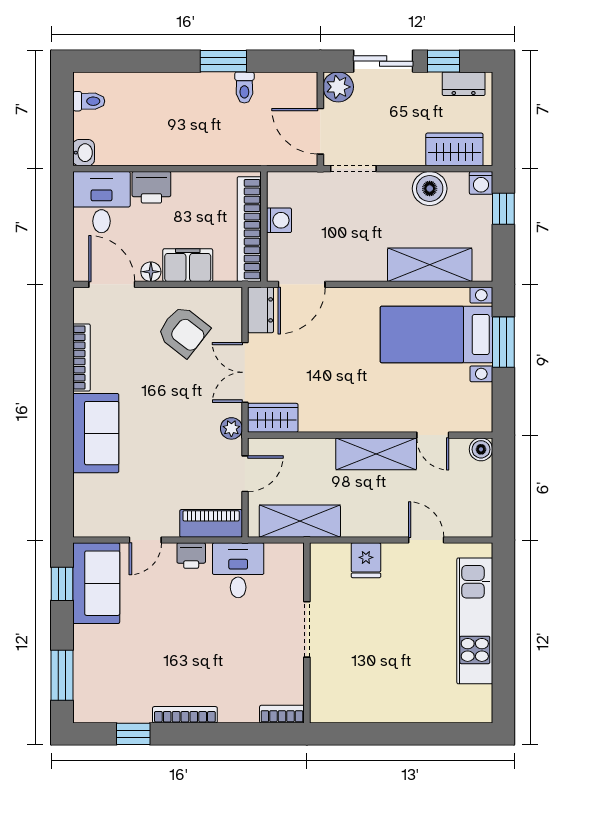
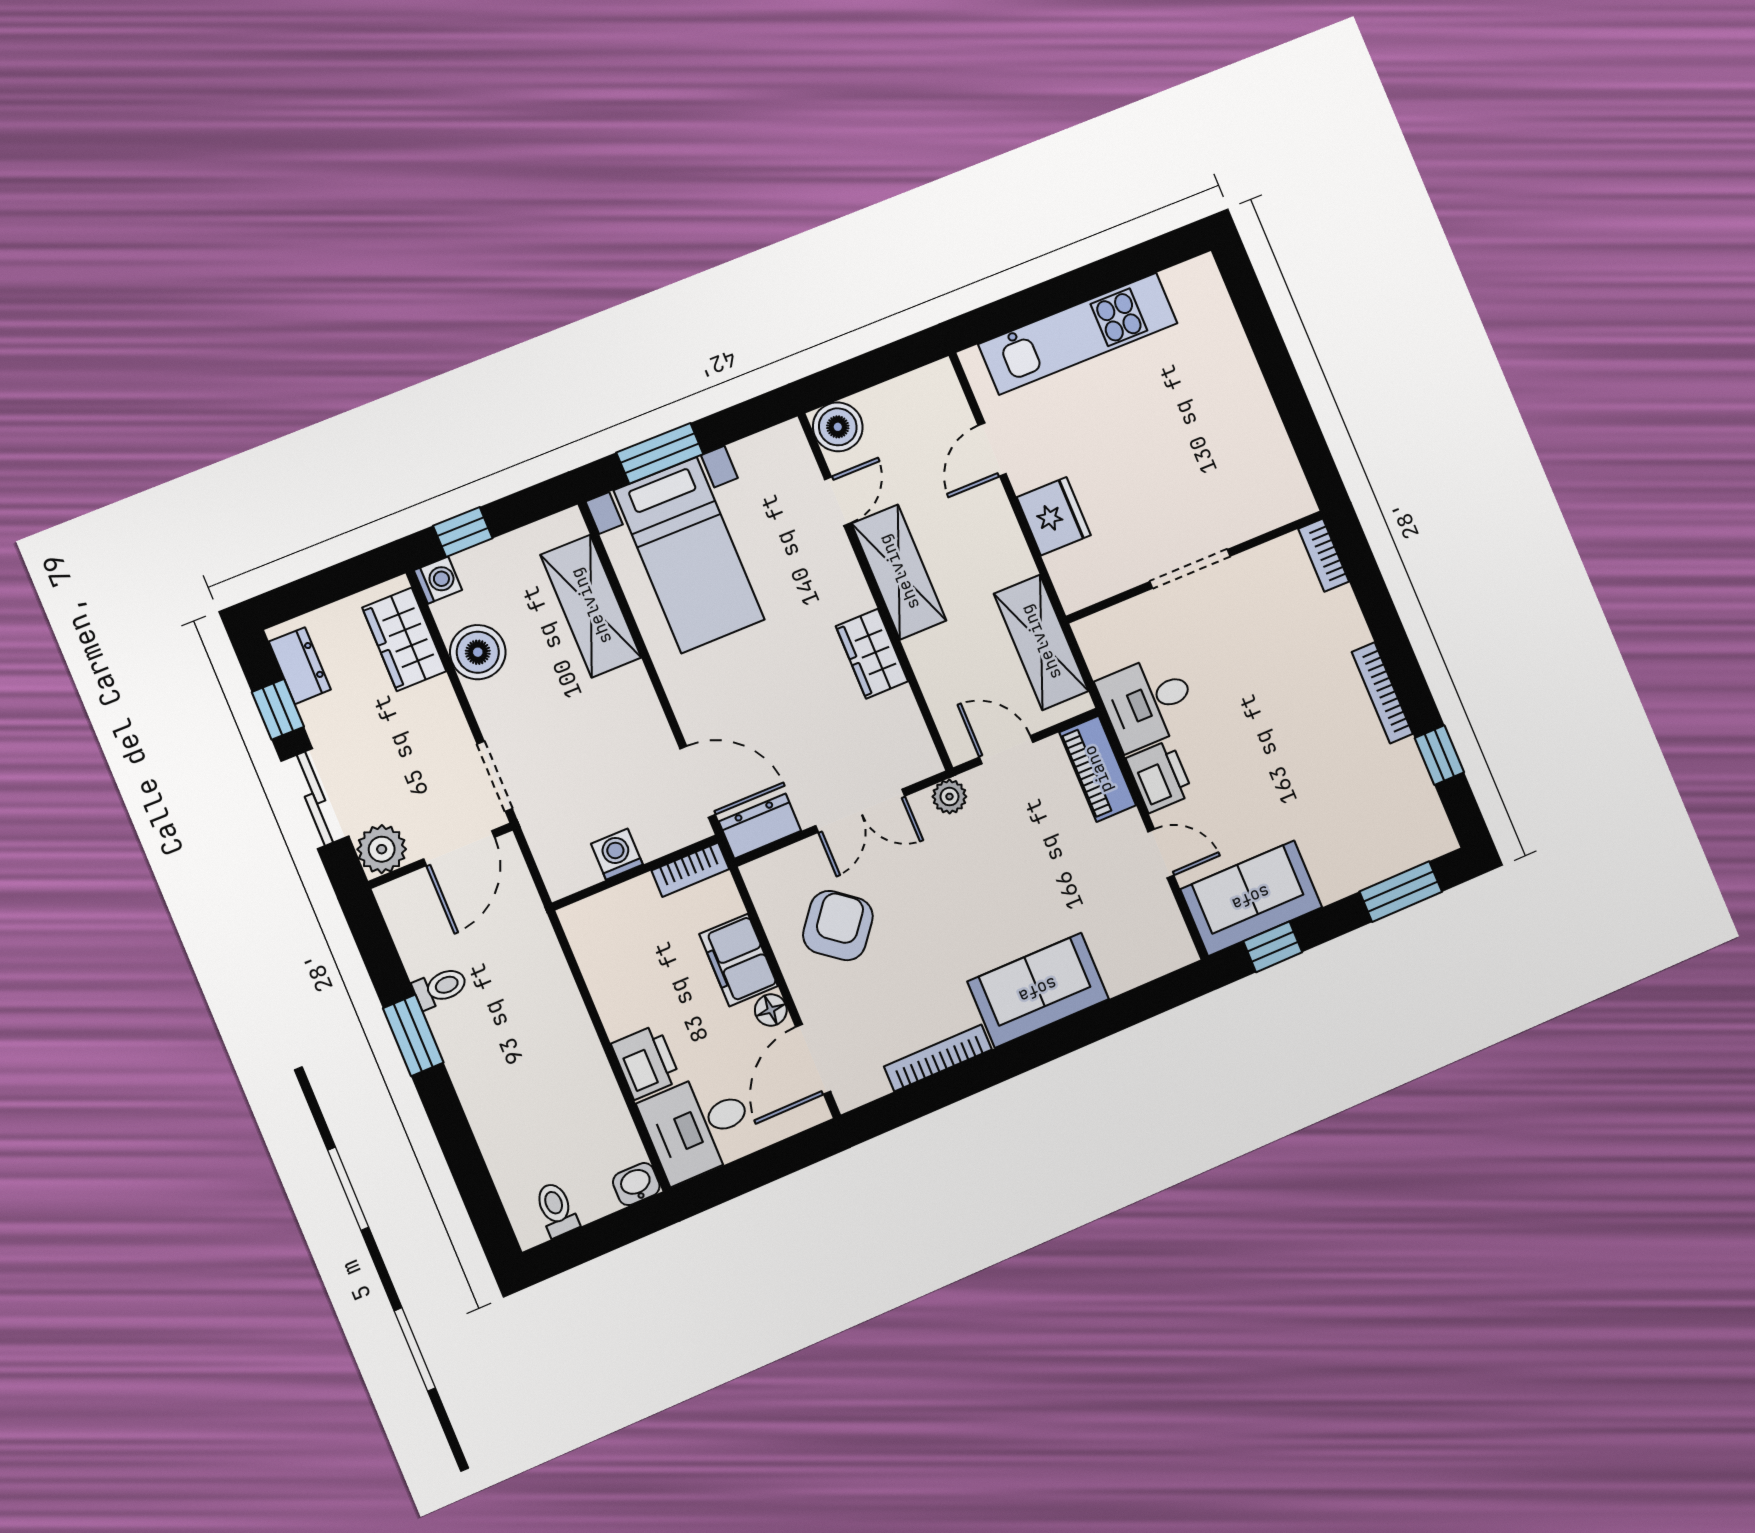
bookcase: (249, 229) -> (690, 870), width x0.43, depth x0.76
wardrobe: (273, 418) -> (872, 654), moved
boiler: (481, 449) -> (838, 427), width x1.36, depth x1.36
printer: (191, 556) -> (1160, 776), width x1.36, depth x1.24
fridge: (366, 560) -> (1054, 516), width x1.38

